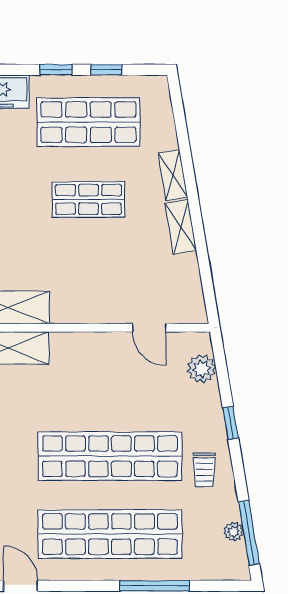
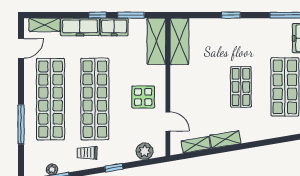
shelving: (173, 175) -> (196, 145), moved
door: (149, 328) -> (168, 121), swing flipped
display table: (106, 371) -> (143, 97), added

